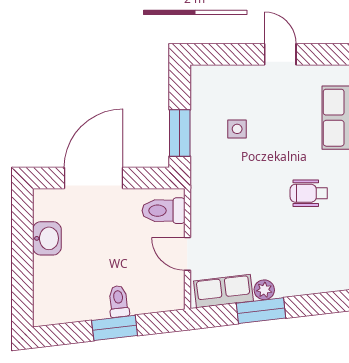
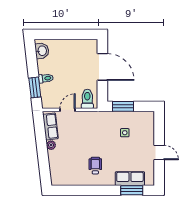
door: (280, 54) -> (159, 152), hinge flipped
washbasin: (47, 238) -> (42, 51), moved, turned -97
window: (261, 311) -> (41, 144), removed
window: (115, 328) -> (35, 87), moved

